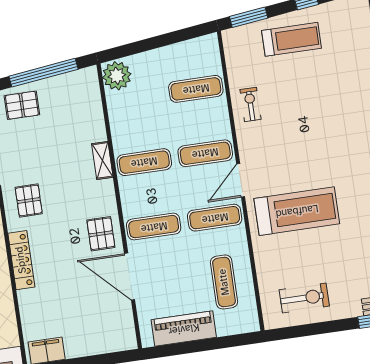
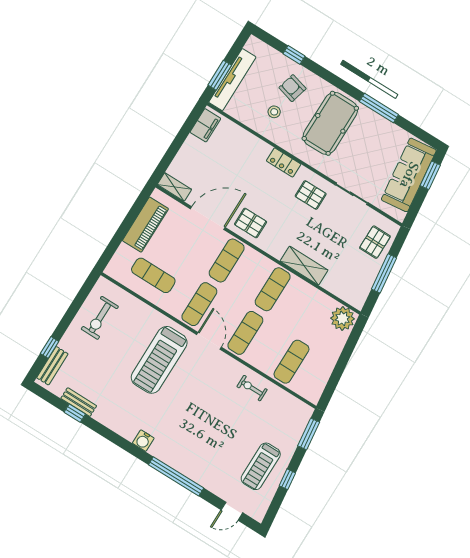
treadmill: (292, 39) -> (261, 466), moved
window: (44, 73) -> (384, 273), width x0.68
exercise bike: (250, 104) -> (252, 388), turned 180
shelving: (102, 160) -> (304, 266), width x1.50, depth x1.33
locker: (21, 260) -> (284, 162), width x0.66
shelving: (127, 331) -> (174, 187), added

